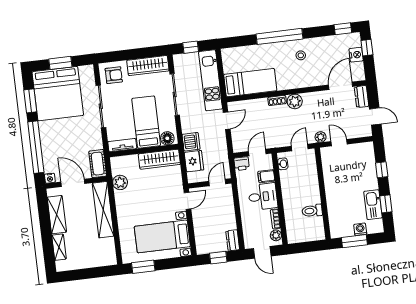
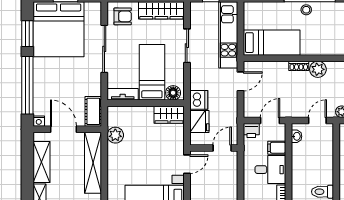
stool: (301, 55) -> (306, 10), moved
sliding door: (175, 95) -> (187, 46), width x0.73
wardrobe: (159, 159) -> (169, 115), width x0.67

